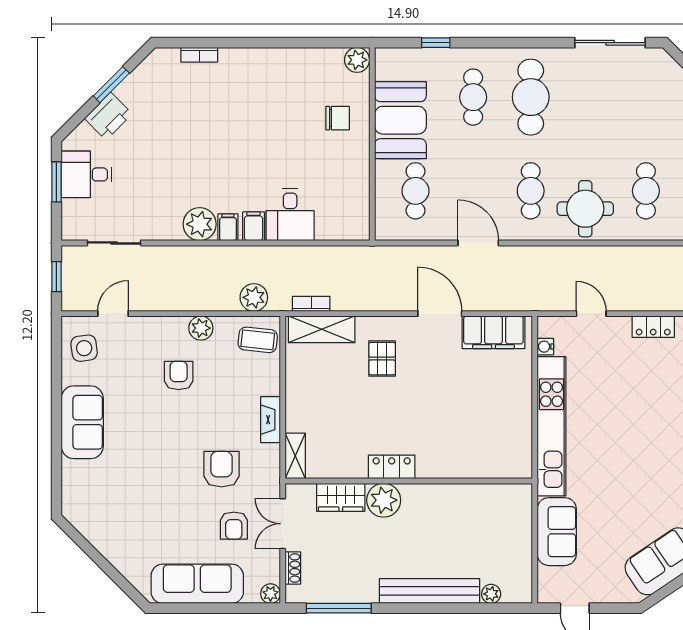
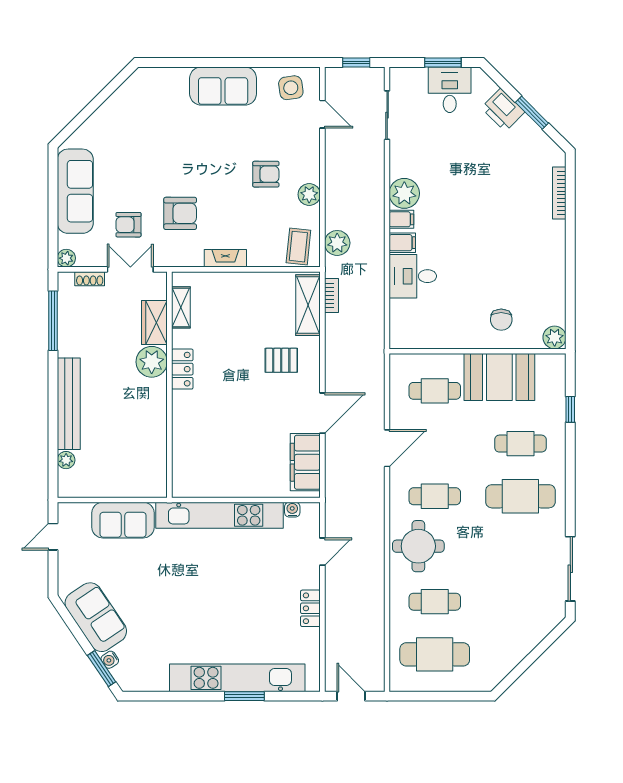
bookcase: (199, 55) -> (559, 193), width x1.56
shelving: (295, 456) -> (181, 307), moved, turned 90

